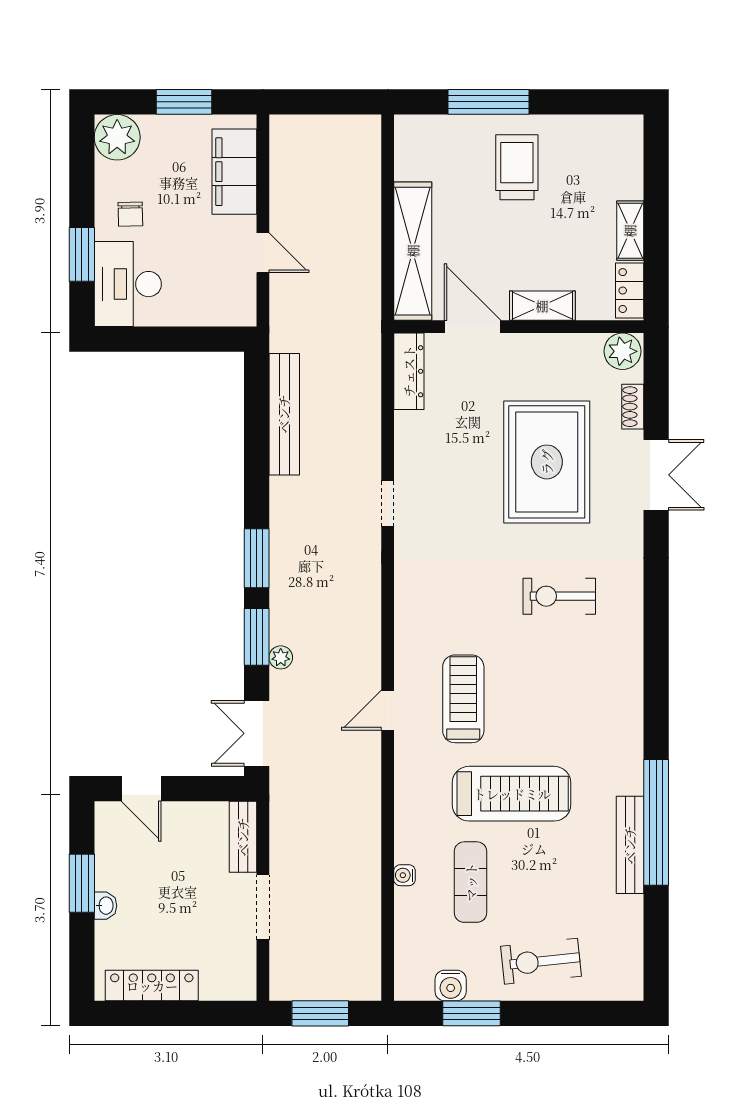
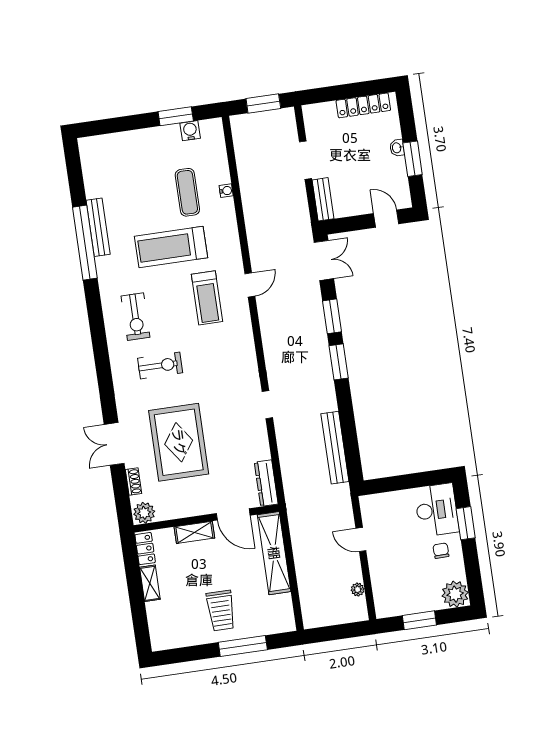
filing cabinet: (234, 172) -> (384, 584), removed
plant: (281, 657) -> (358, 589), moved
exercise bike: (541, 961) -> (135, 317), moved, turned 96

